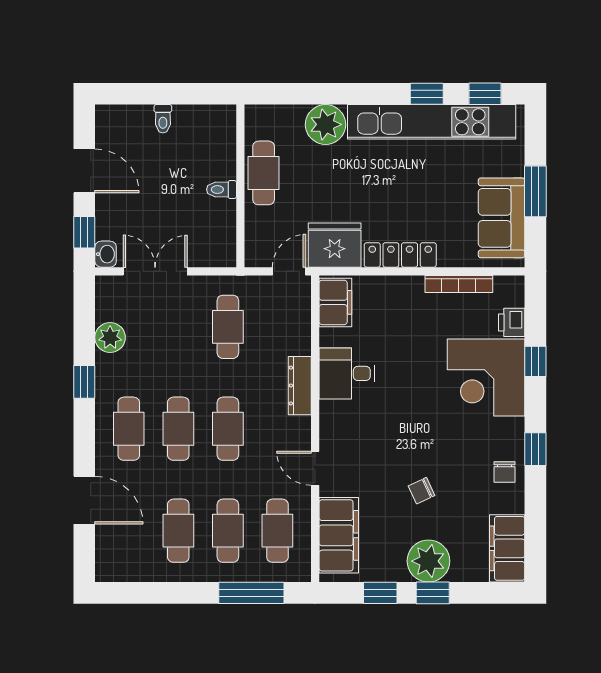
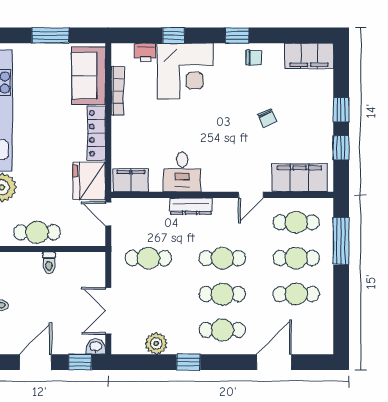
sofa: (502, 218) -> (89, 76), moved, turned 90
plant: (428, 561) -> (318, 113), removed

